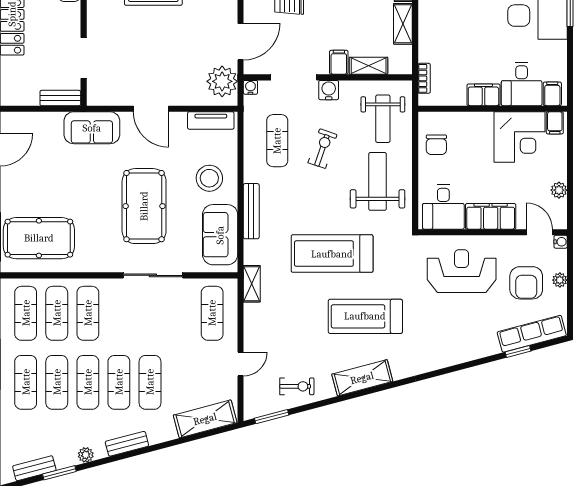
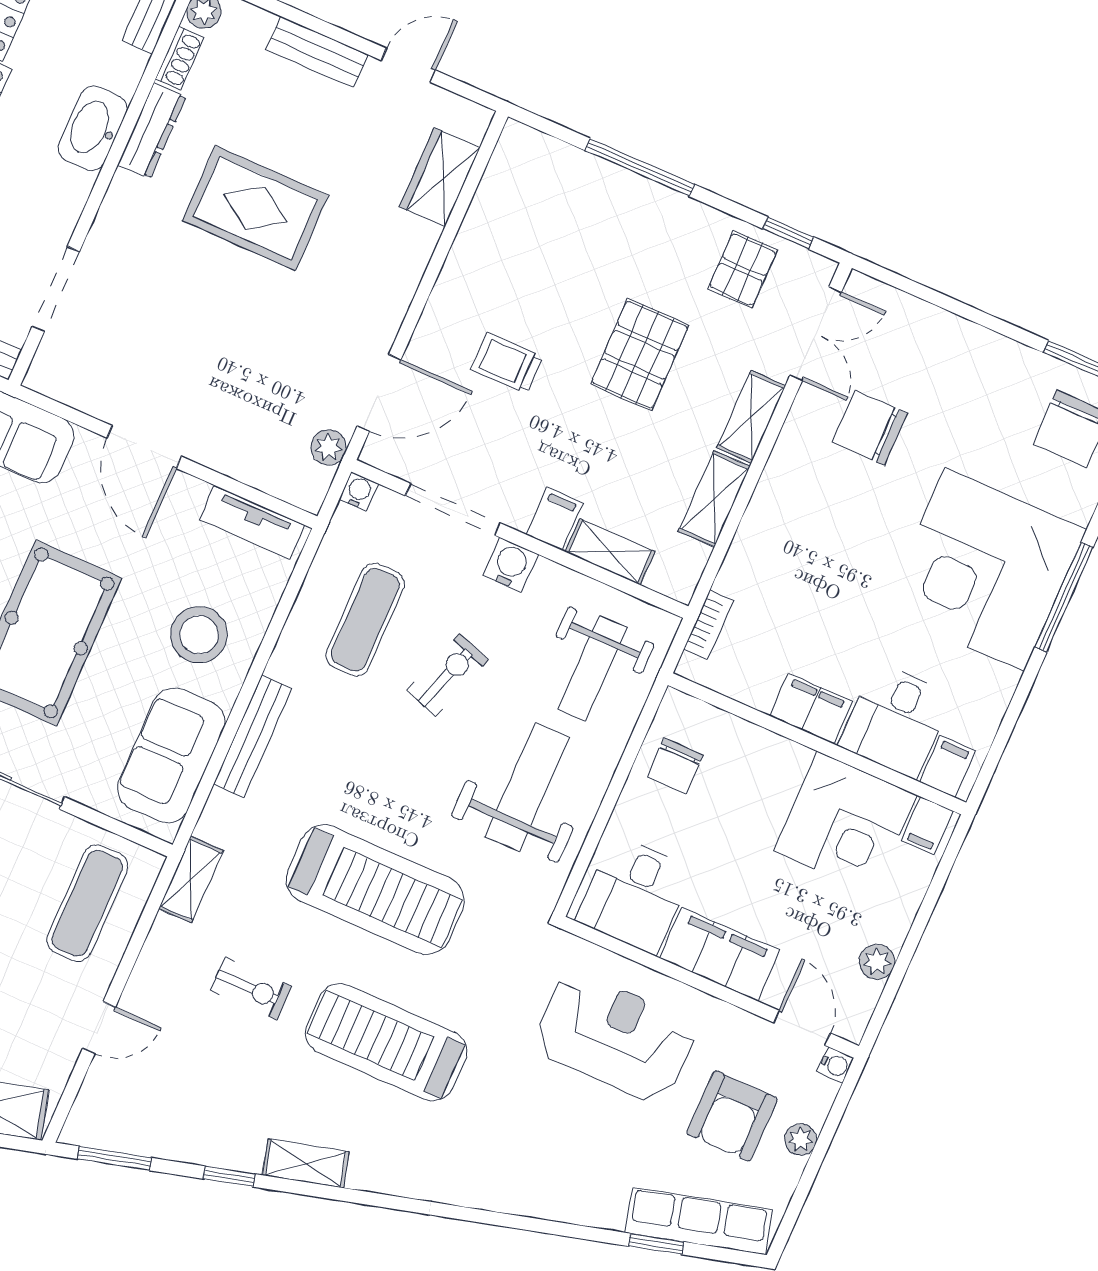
plant: (222, 81) -> (329, 447), width x0.53, depth x0.53
treadmill: (332, 254) -> (375, 890), turned 180
shelving: (362, 378) -> (306, 1163), width x0.67, depth x0.75
exercise bike: (297, 386) -> (251, 988), moved
window: (324, 403) -> (229, 1177), added

